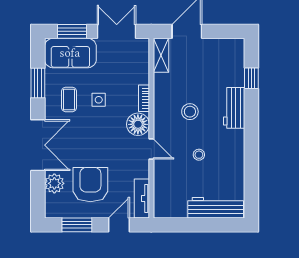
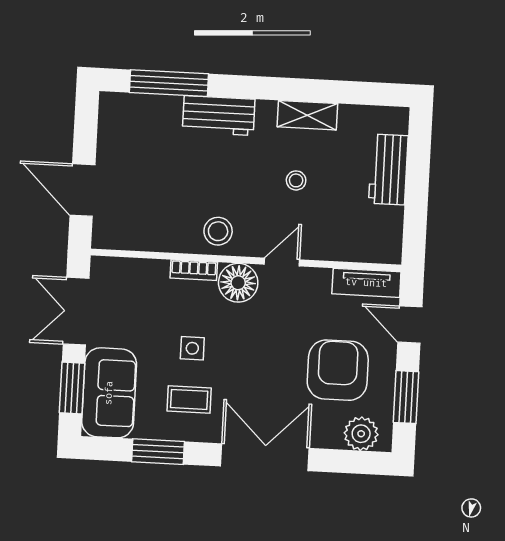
shelving: (161, 55) -> (307, 115), moved
window: (251, 78) -> (169, 83), width x2.17
stool: (190, 112) -> (218, 231), moved
plant: (54, 183) -> (361, 434), moved
armchair: (90, 185) -> (338, 370), turned 90
workbench: (216, 208) -> (388, 169), width x0.73

